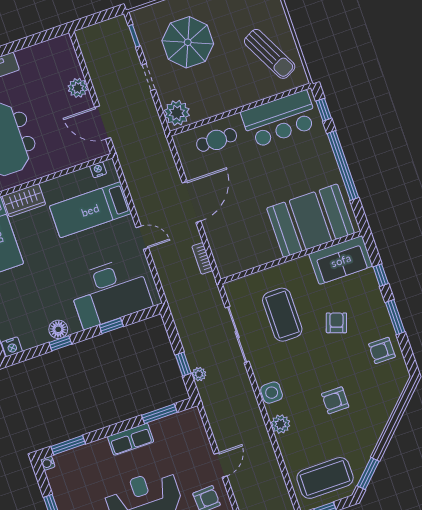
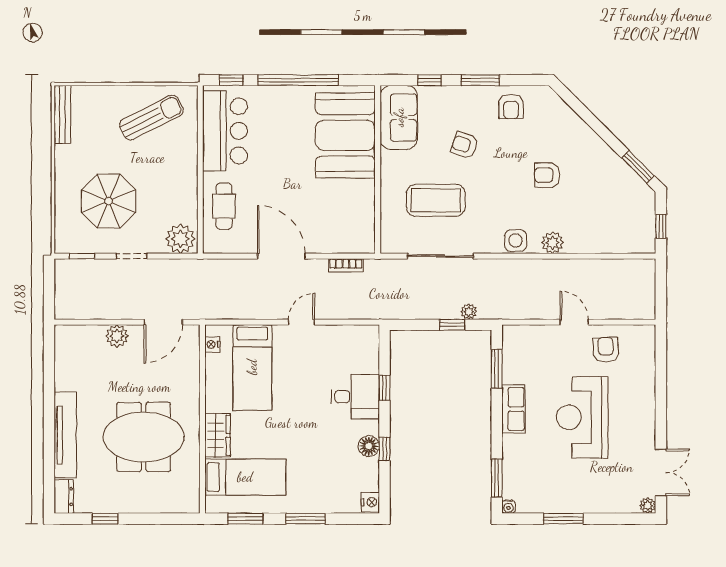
desk: (110, 292) -> (355, 397), width x0.53, depth x0.77
armchair: (335, 400) -> (547, 175), turned 90
coffee table: (325, 478) -> (627, 215), removed

